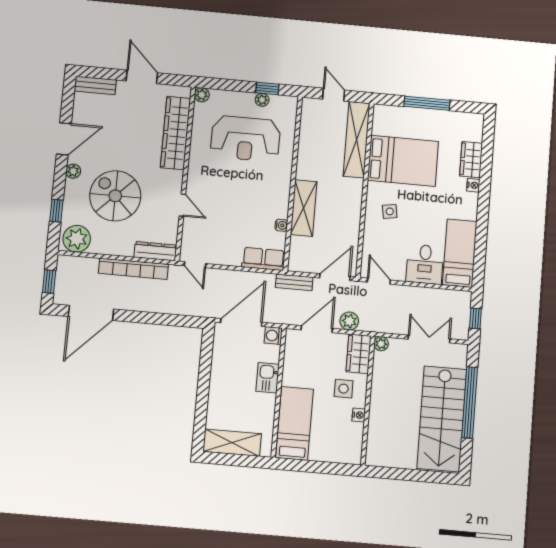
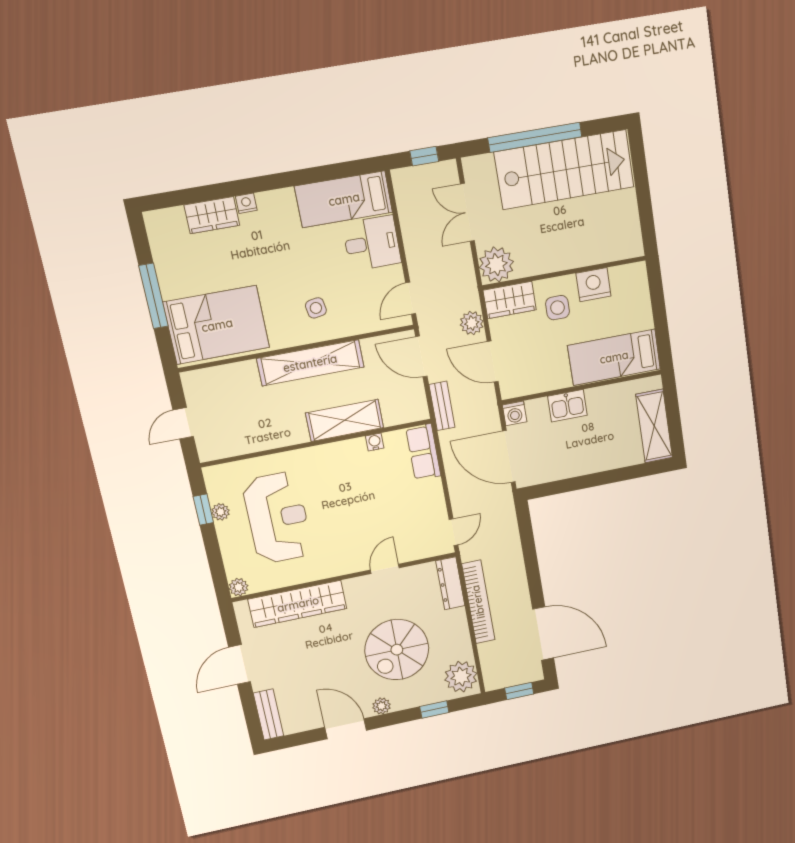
shelving: (357, 140) -> (310, 363), moved
bed: (403, 161) -> (217, 325), moved, turned 90
plant: (381, 344) -> (496, 265), width x1.87, depth x1.87
nightstand: (359, 415) -> (593, 285), width x1.89, depth x1.79

